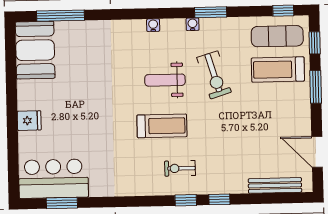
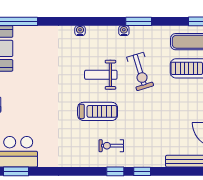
water cooler: (153, 25) -> (80, 31), moved

